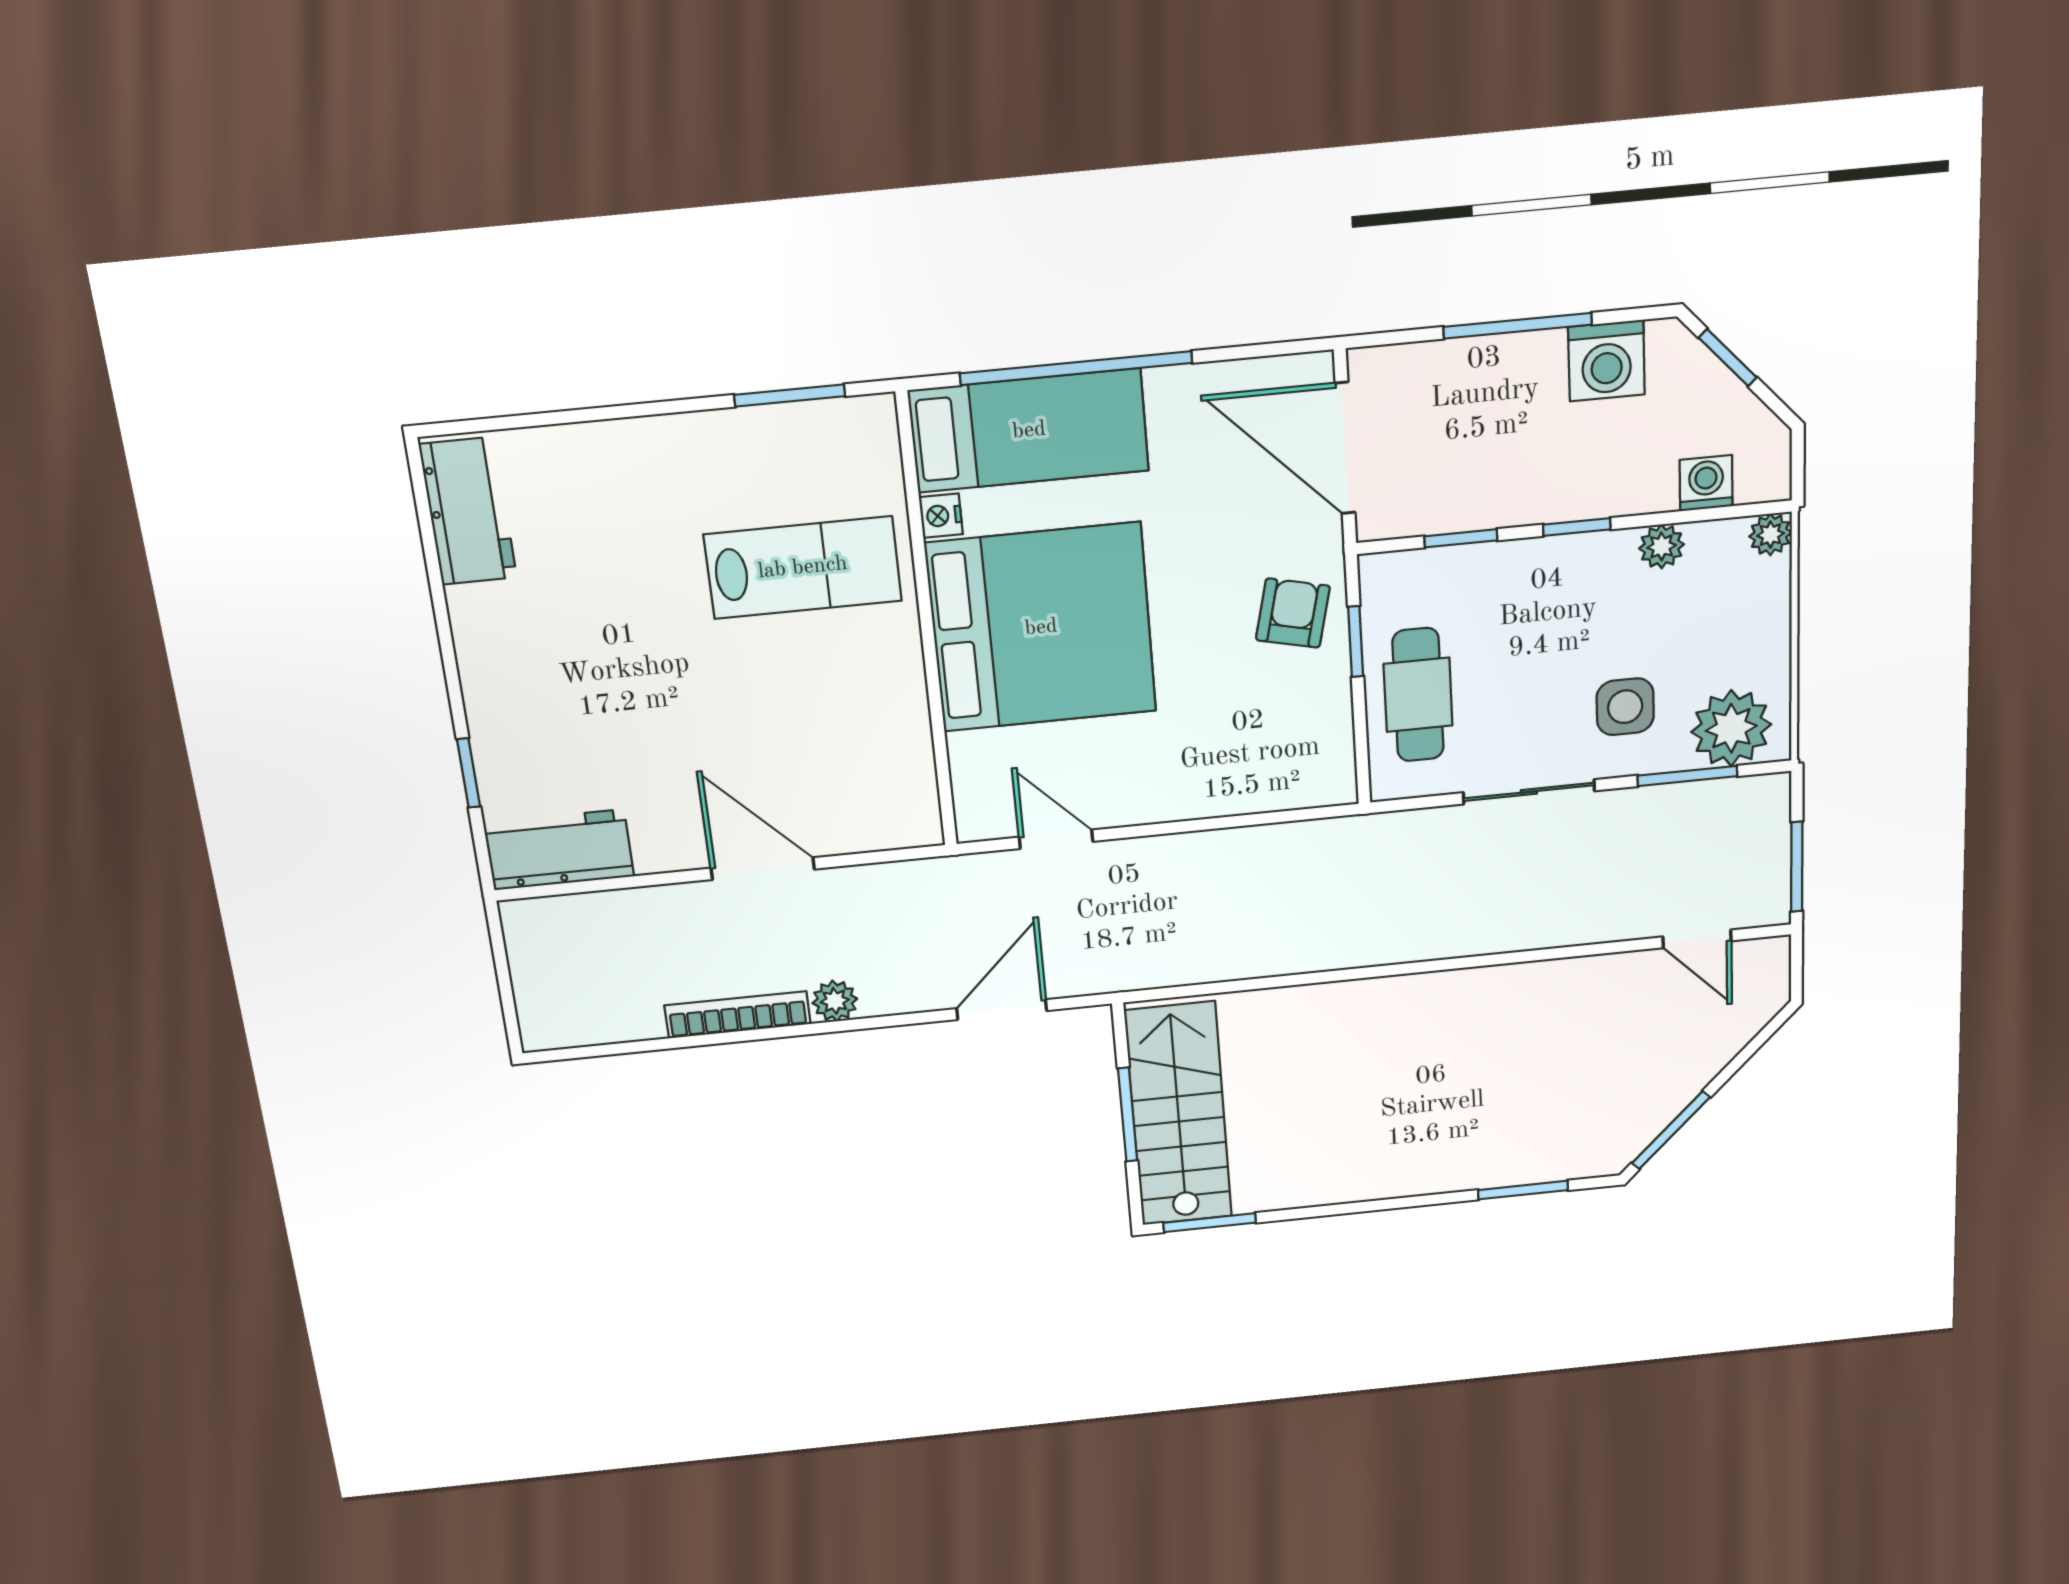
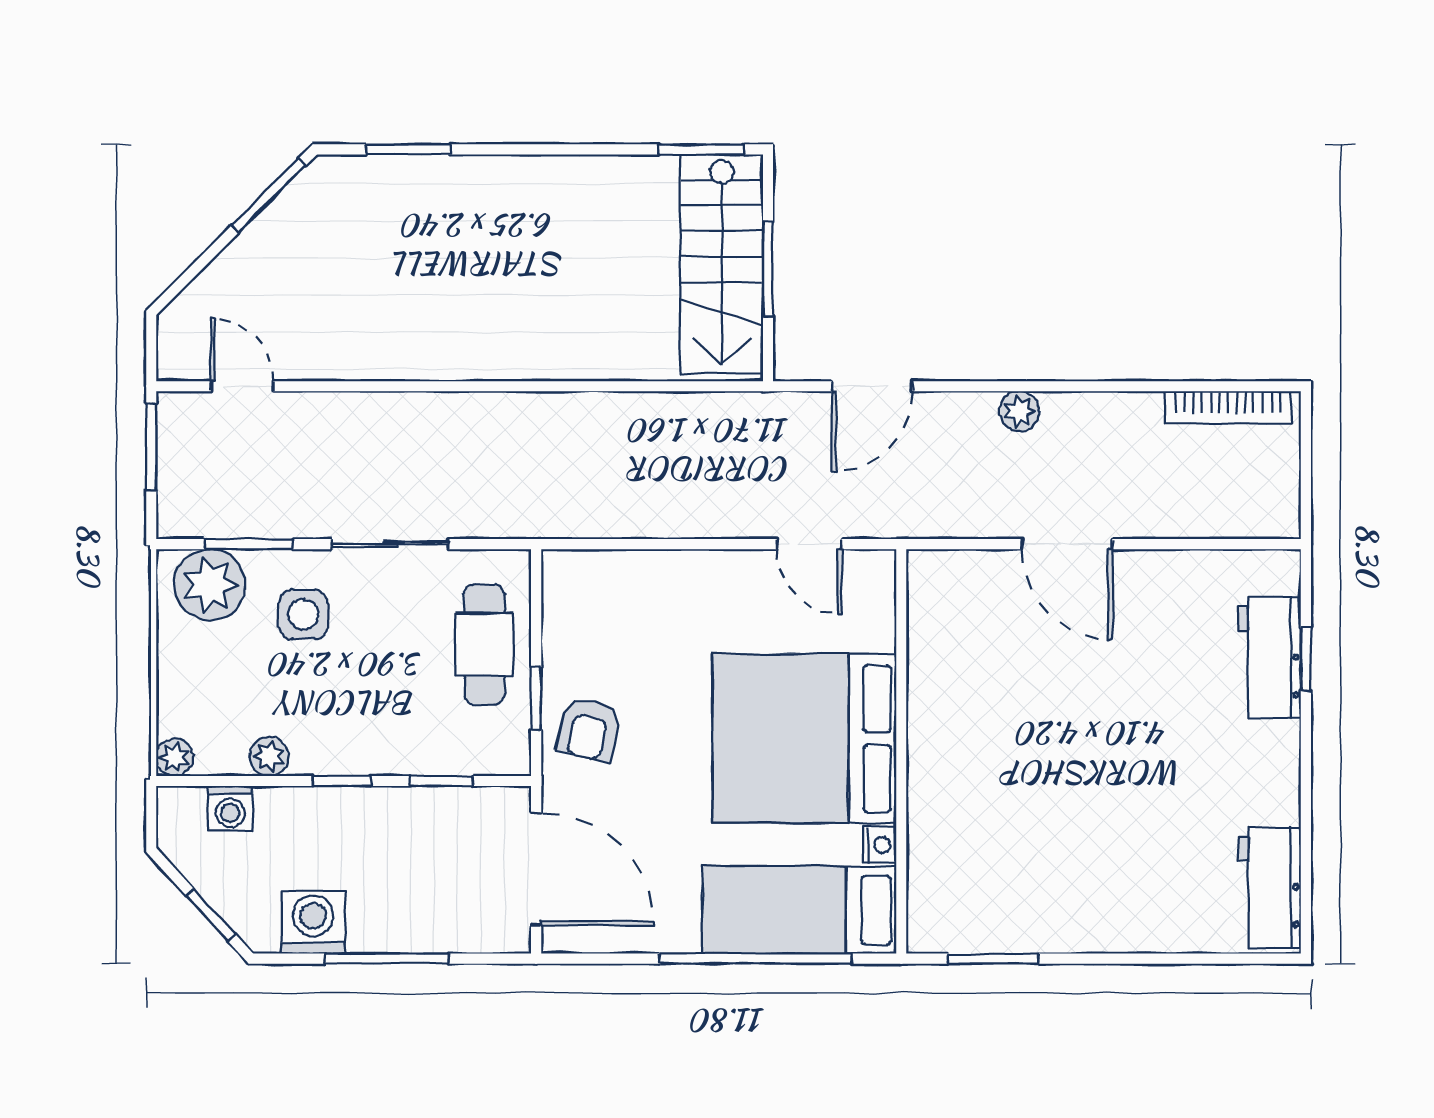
lab bench: (803, 568) -> (1000, 811), removed
workbench: (559, 850) -> (1269, 658), moved, turned 90
bookcase: (738, 1015) -> (1228, 407), moved

